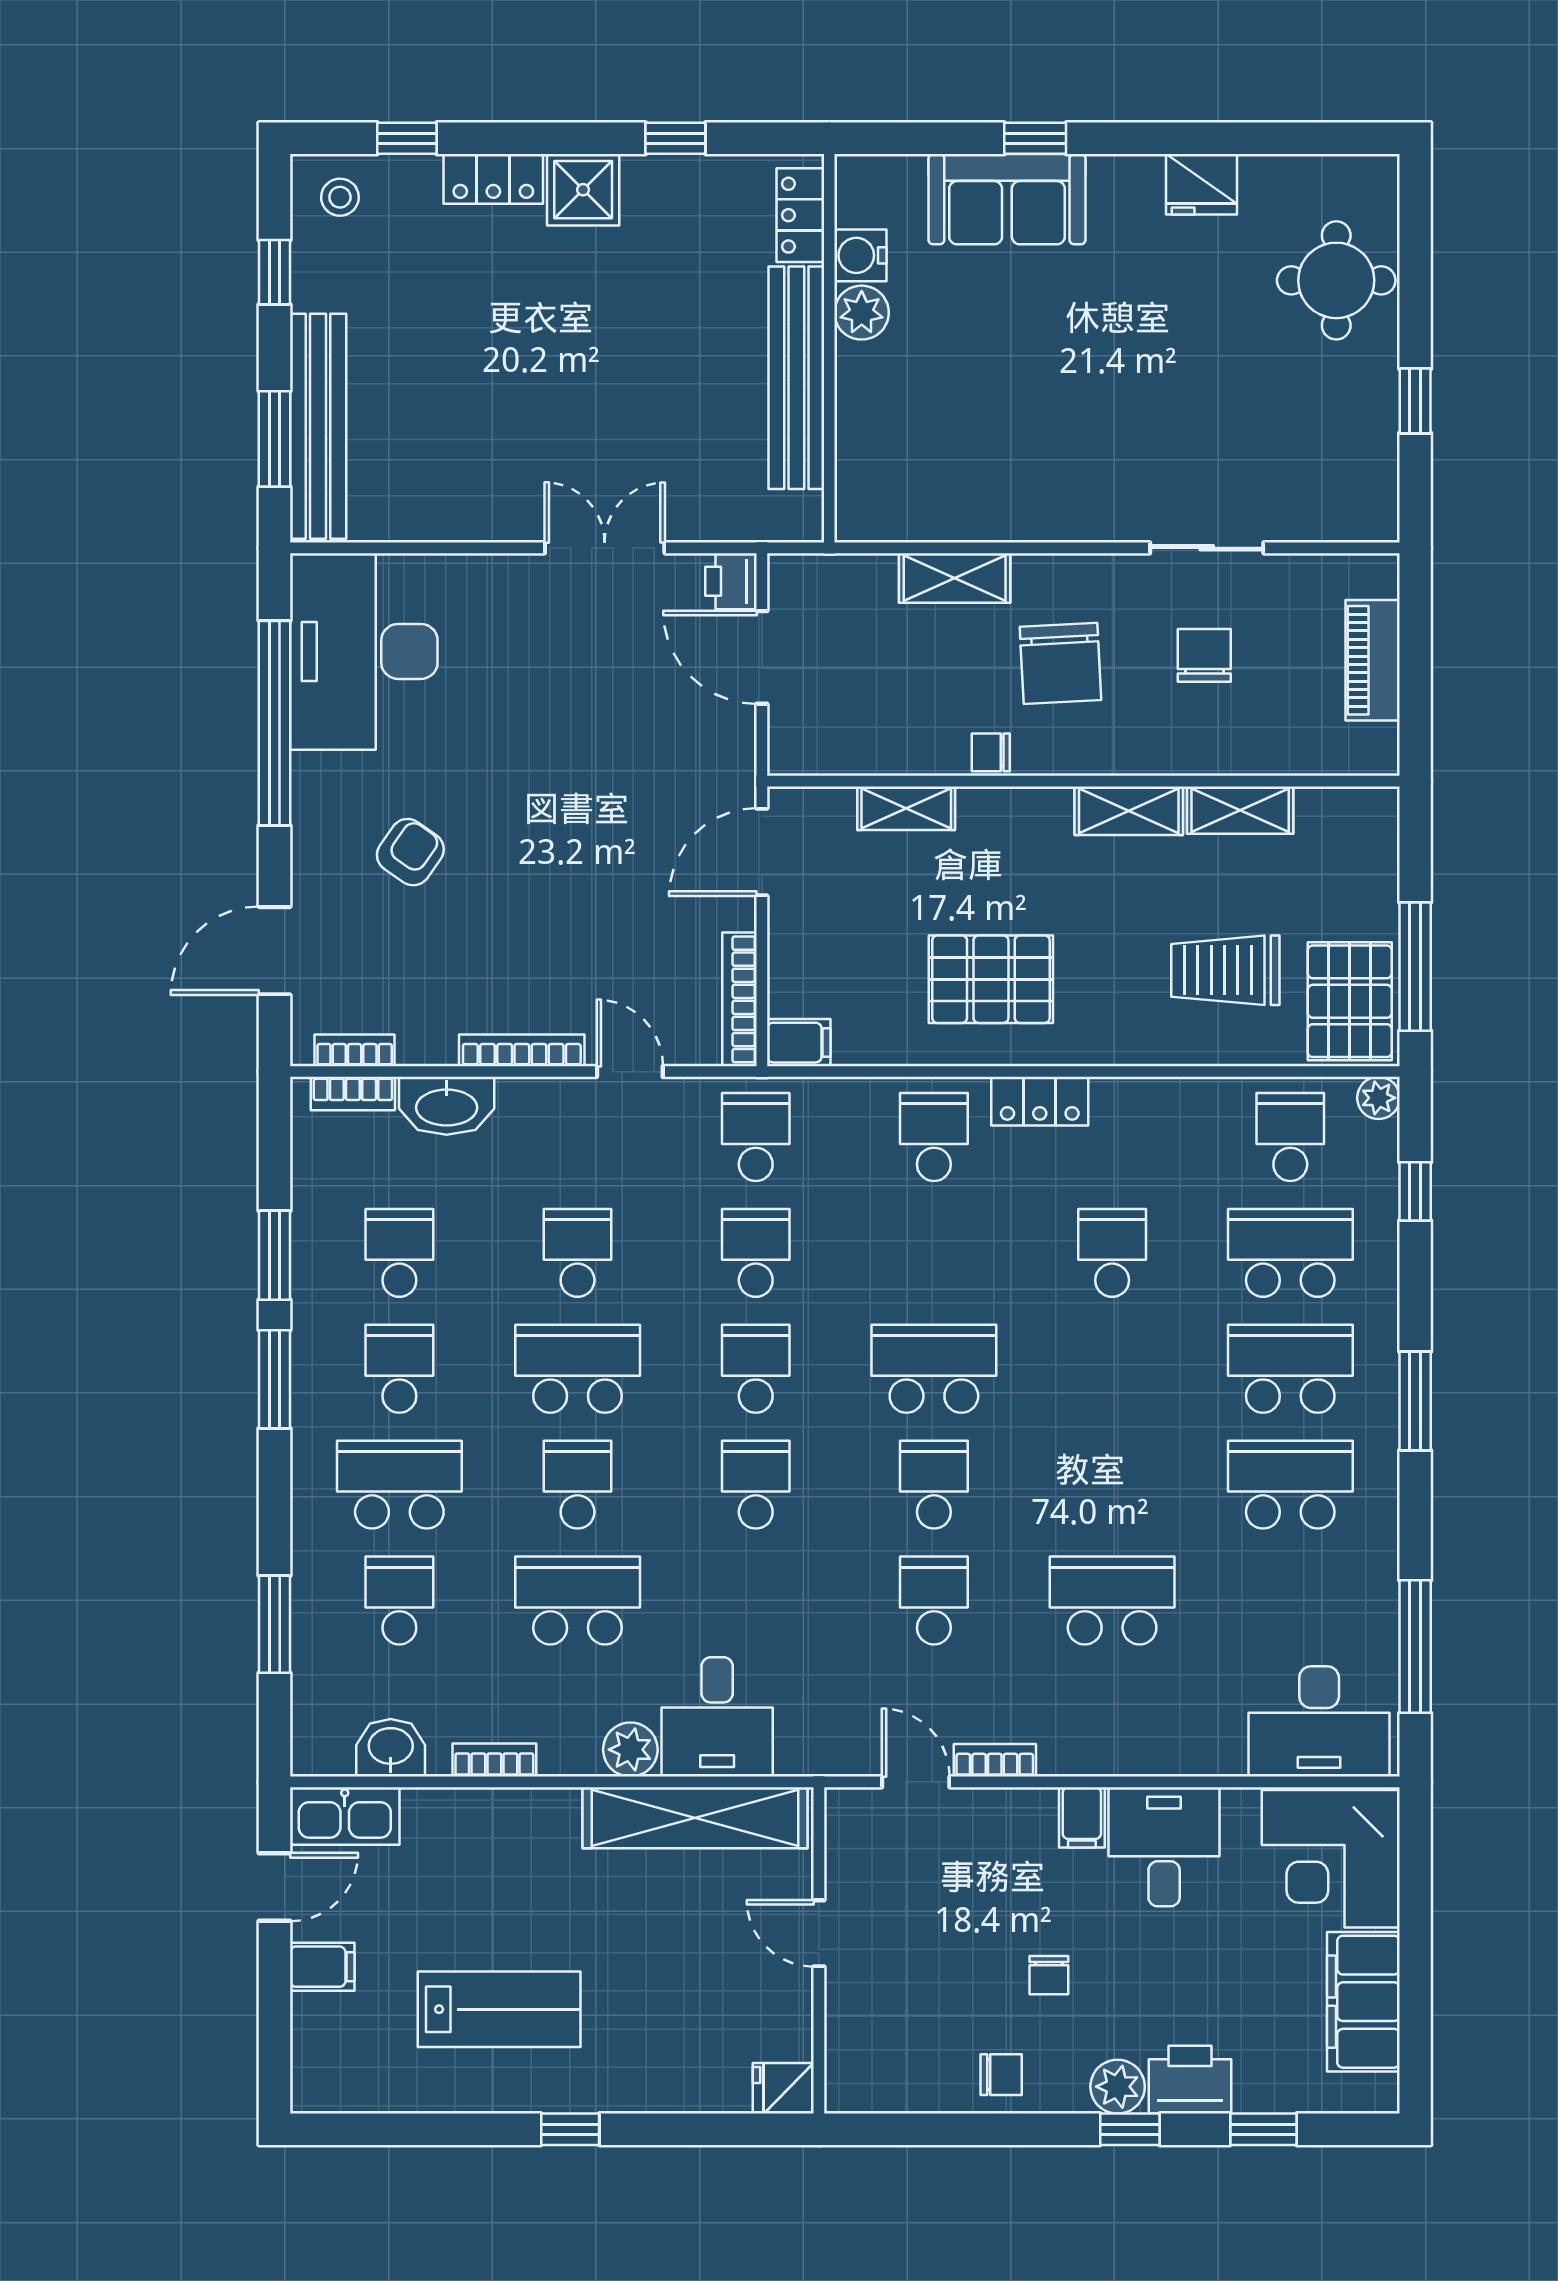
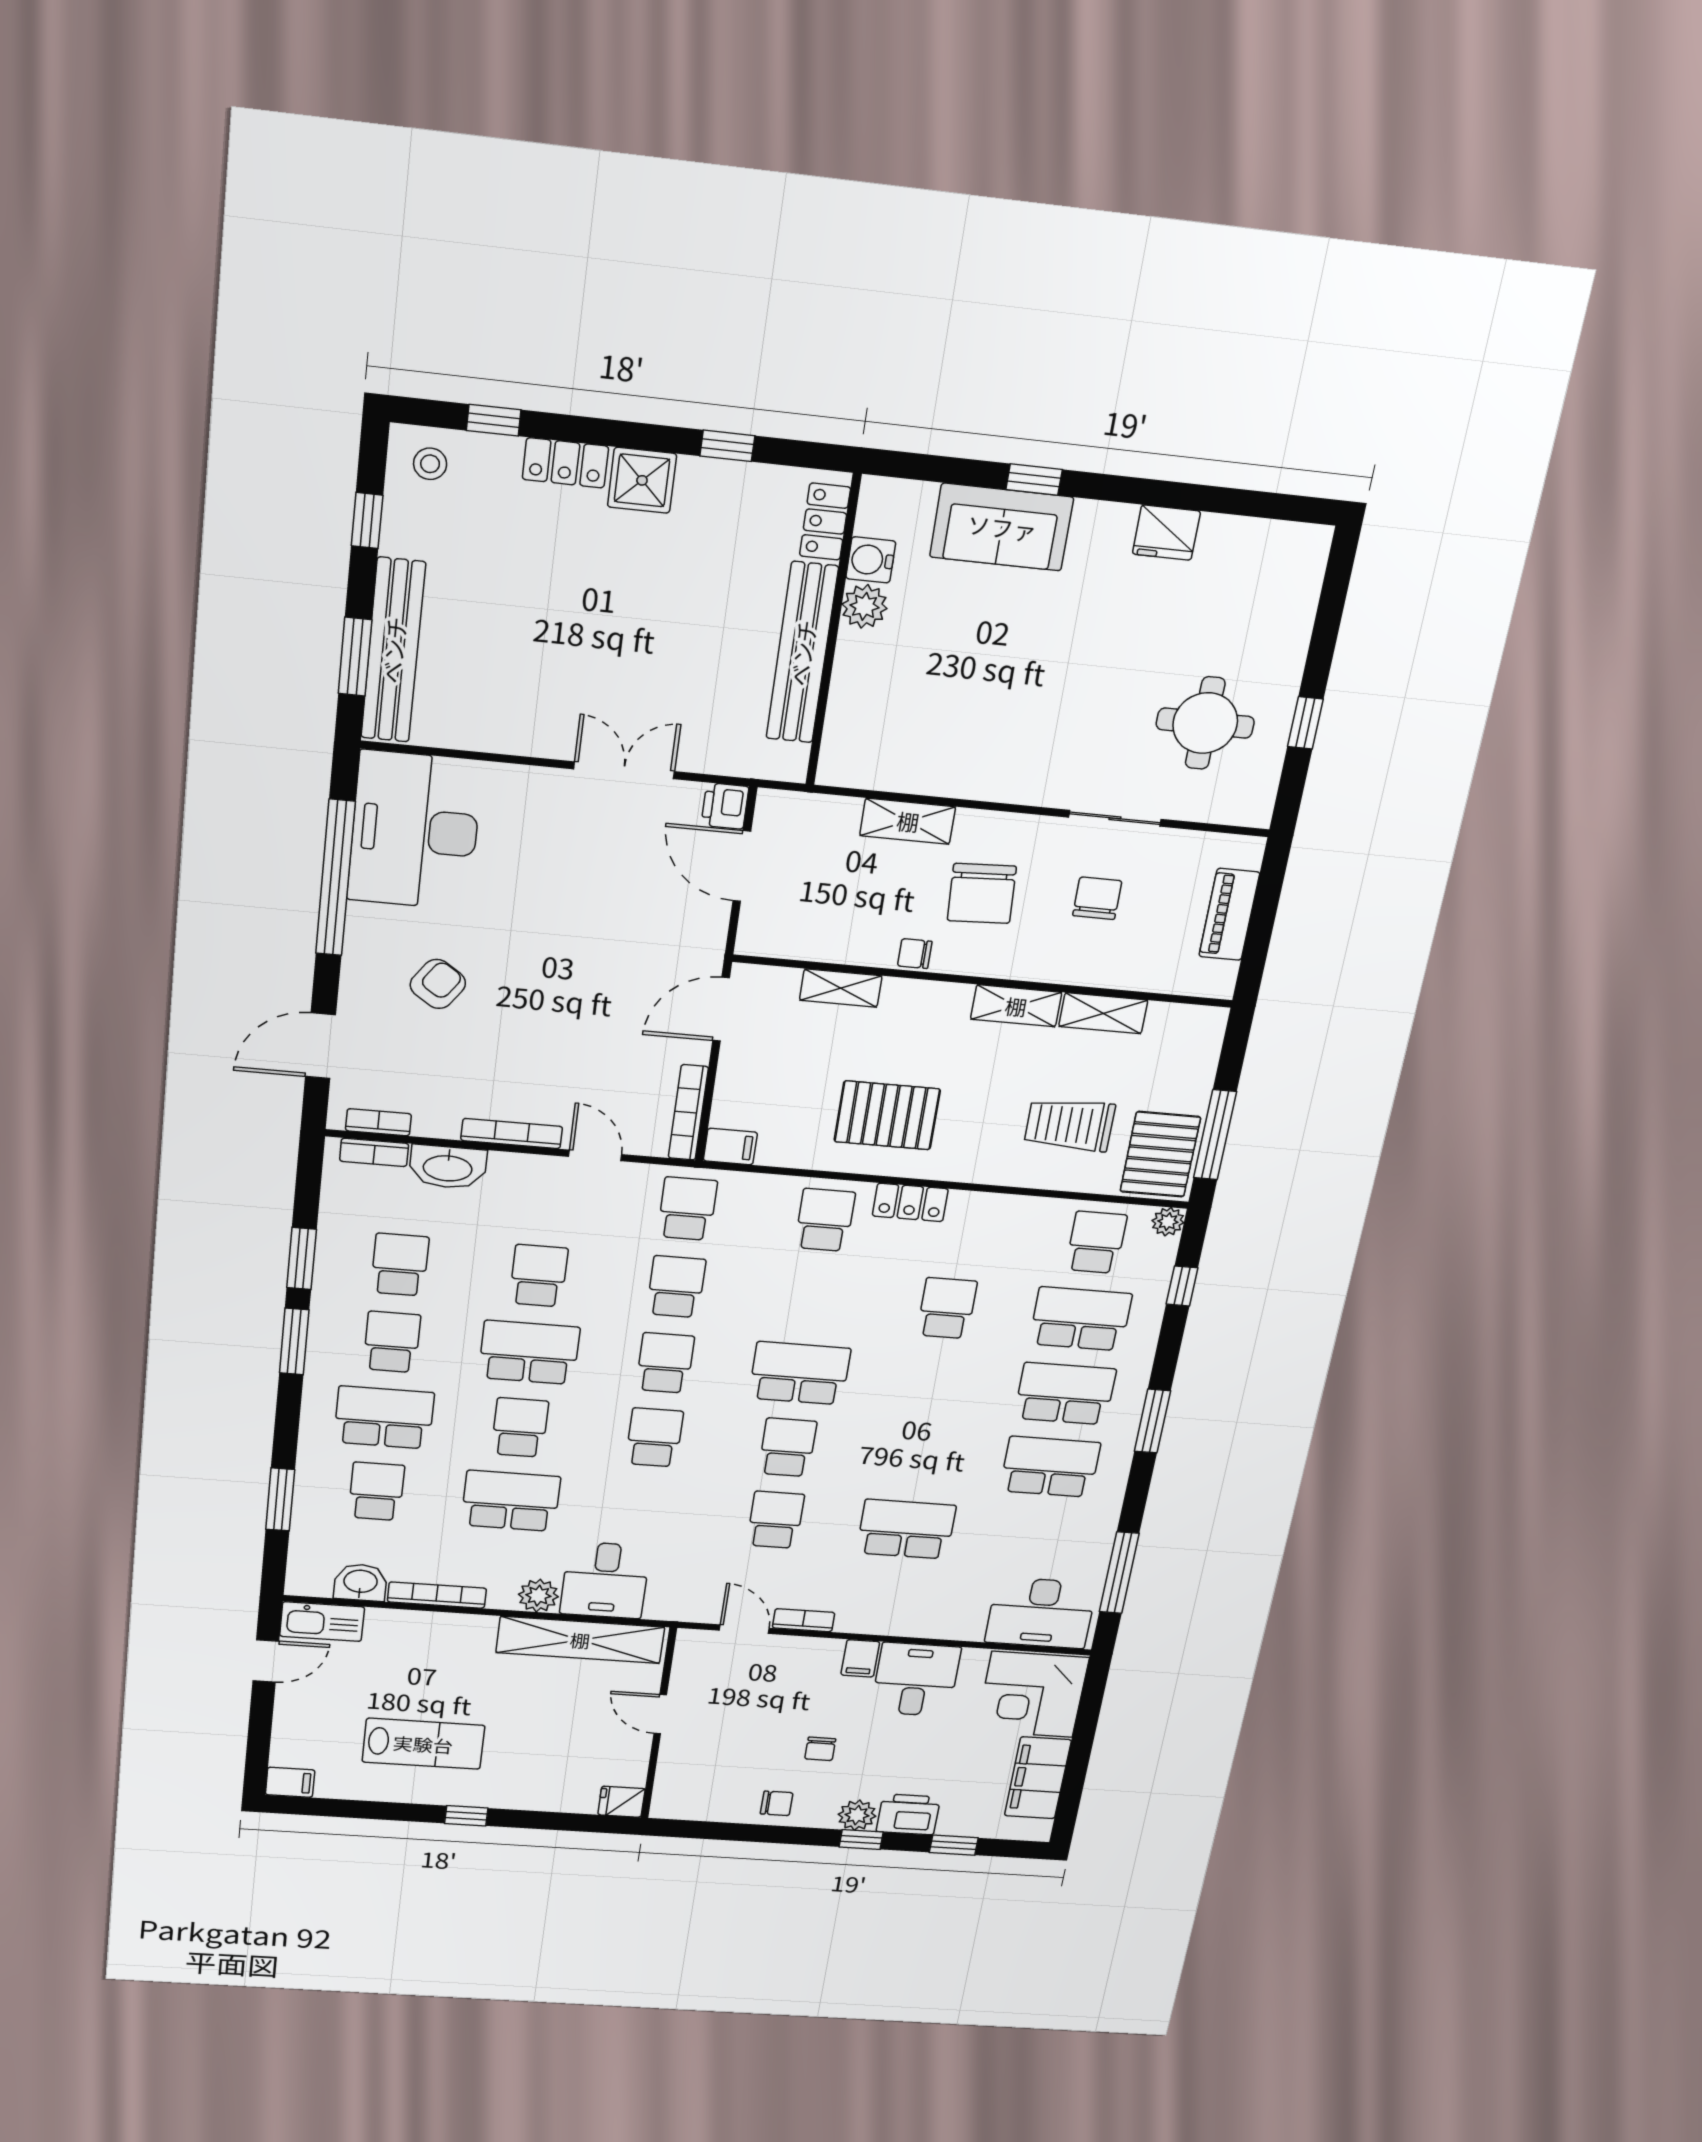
round table: (1336, 280) -> (1205, 723), moved
bookcase: (494, 1760) -> (437, 1595), width x1.56
filing cabinet: (322, 1967) -> (290, 1782), moved

